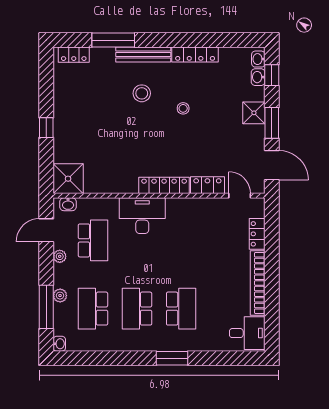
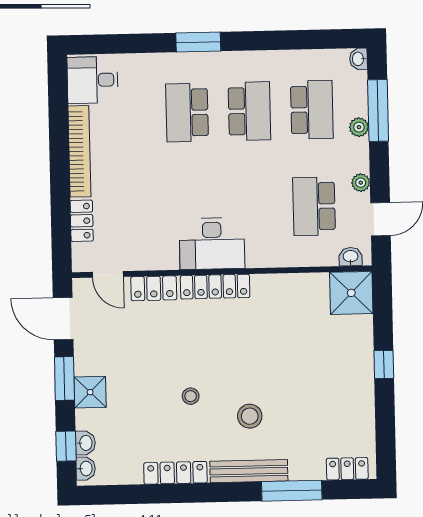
desk: (142, 216) -> (212, 244), moved

